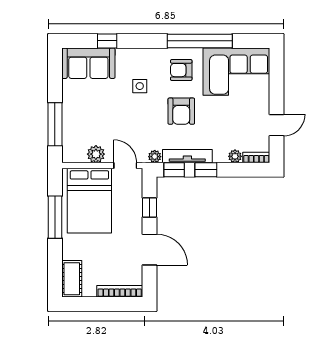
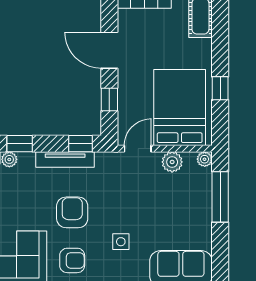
plant: (155, 157) -> (205, 159), moved
door: (125, 166) -> (138, 149), swing flipped
window: (206, 170) -> (20, 144), moved
window: (55, 217) -> (220, 88), width x0.46

